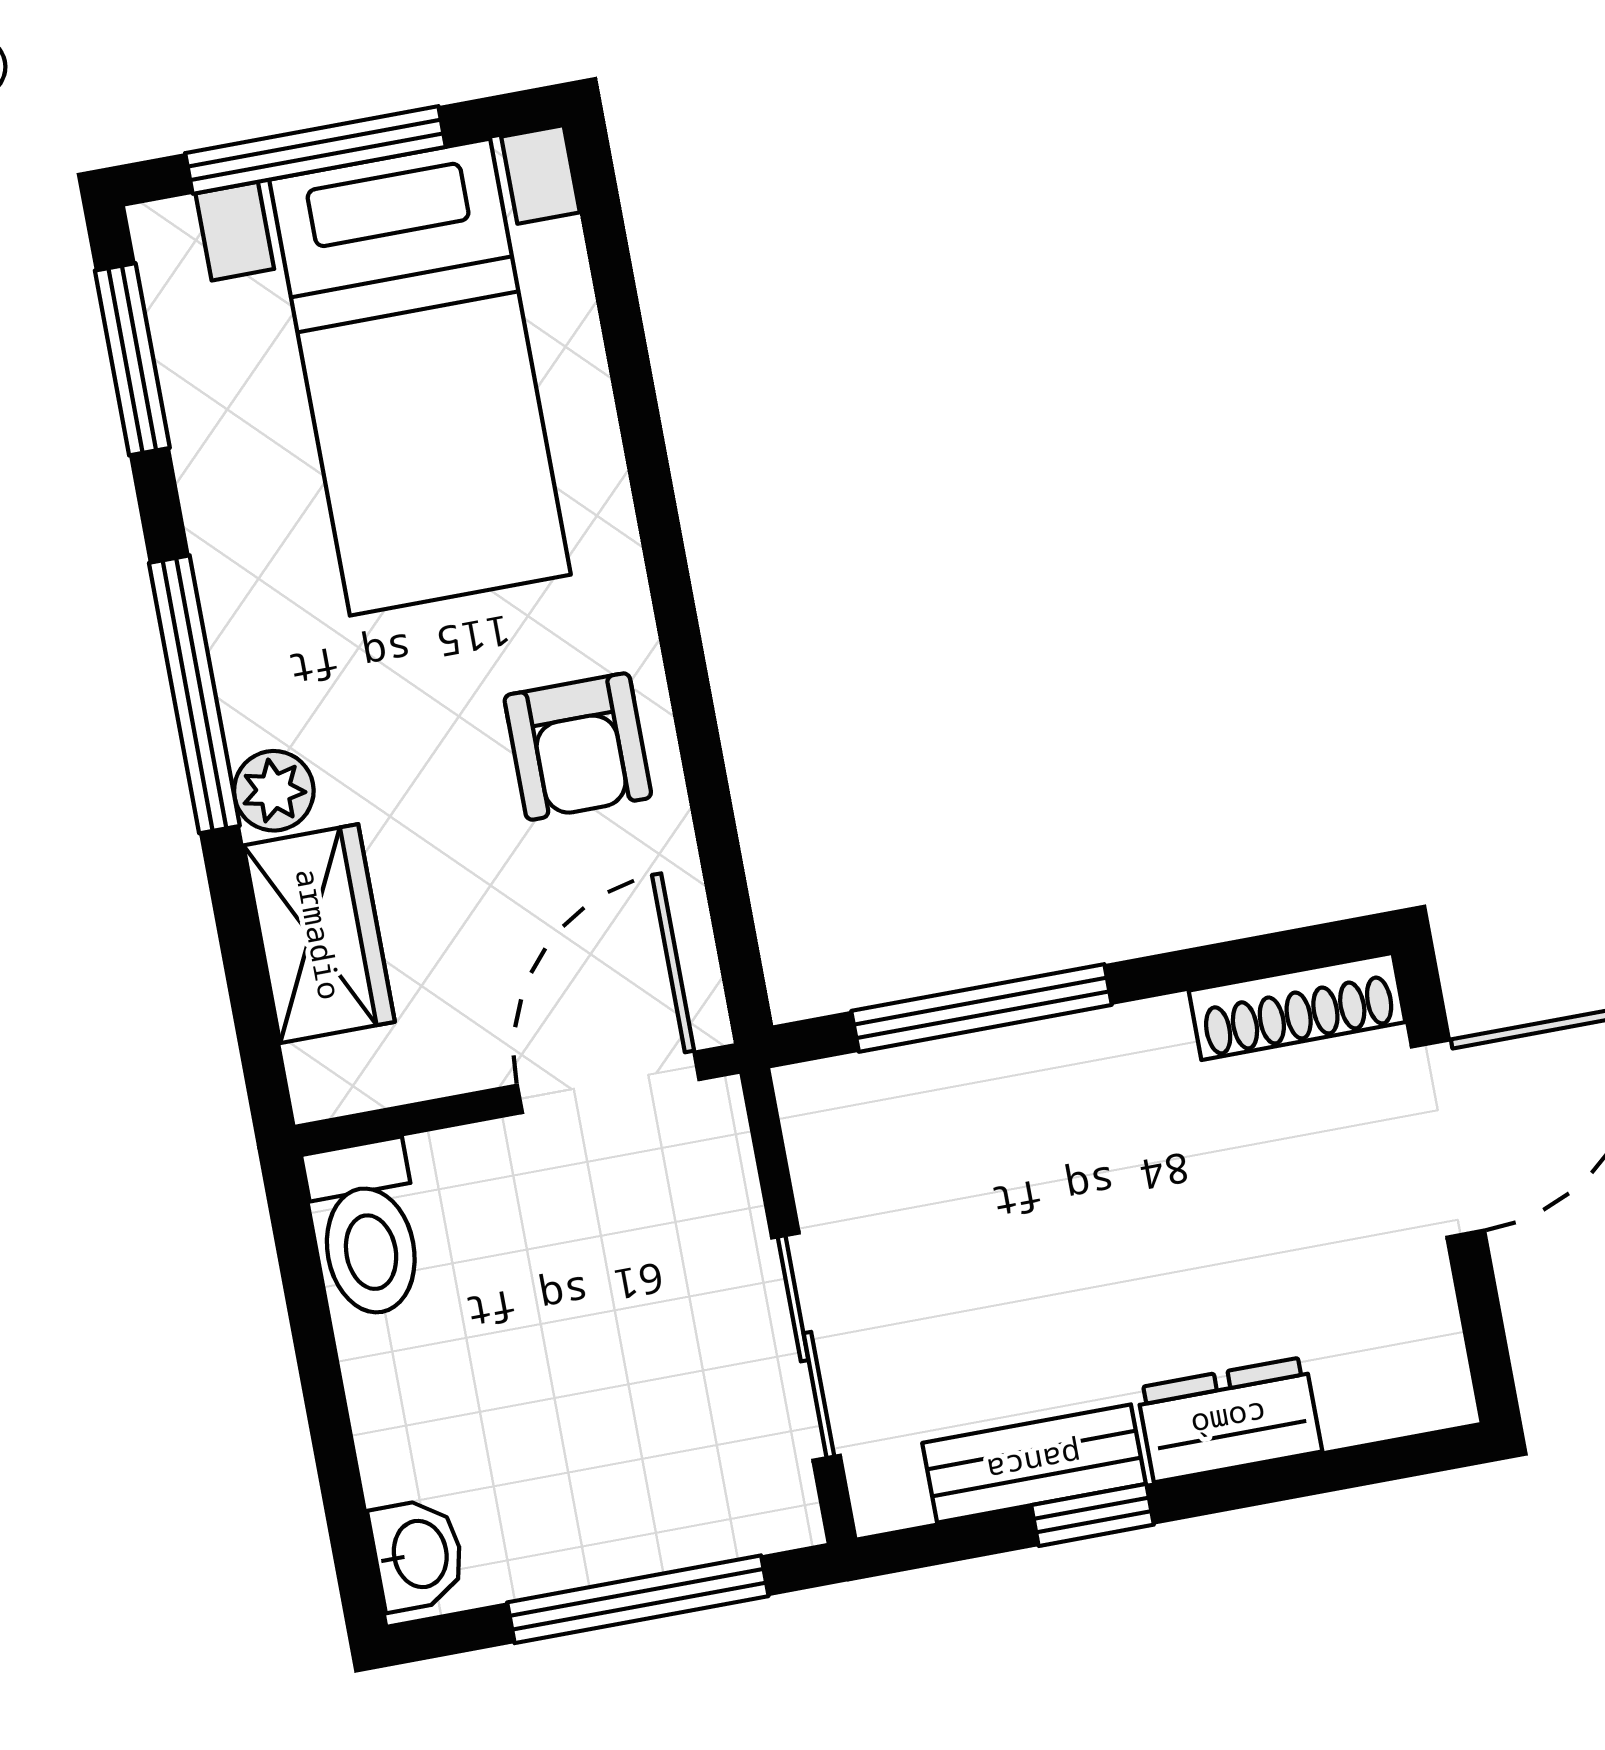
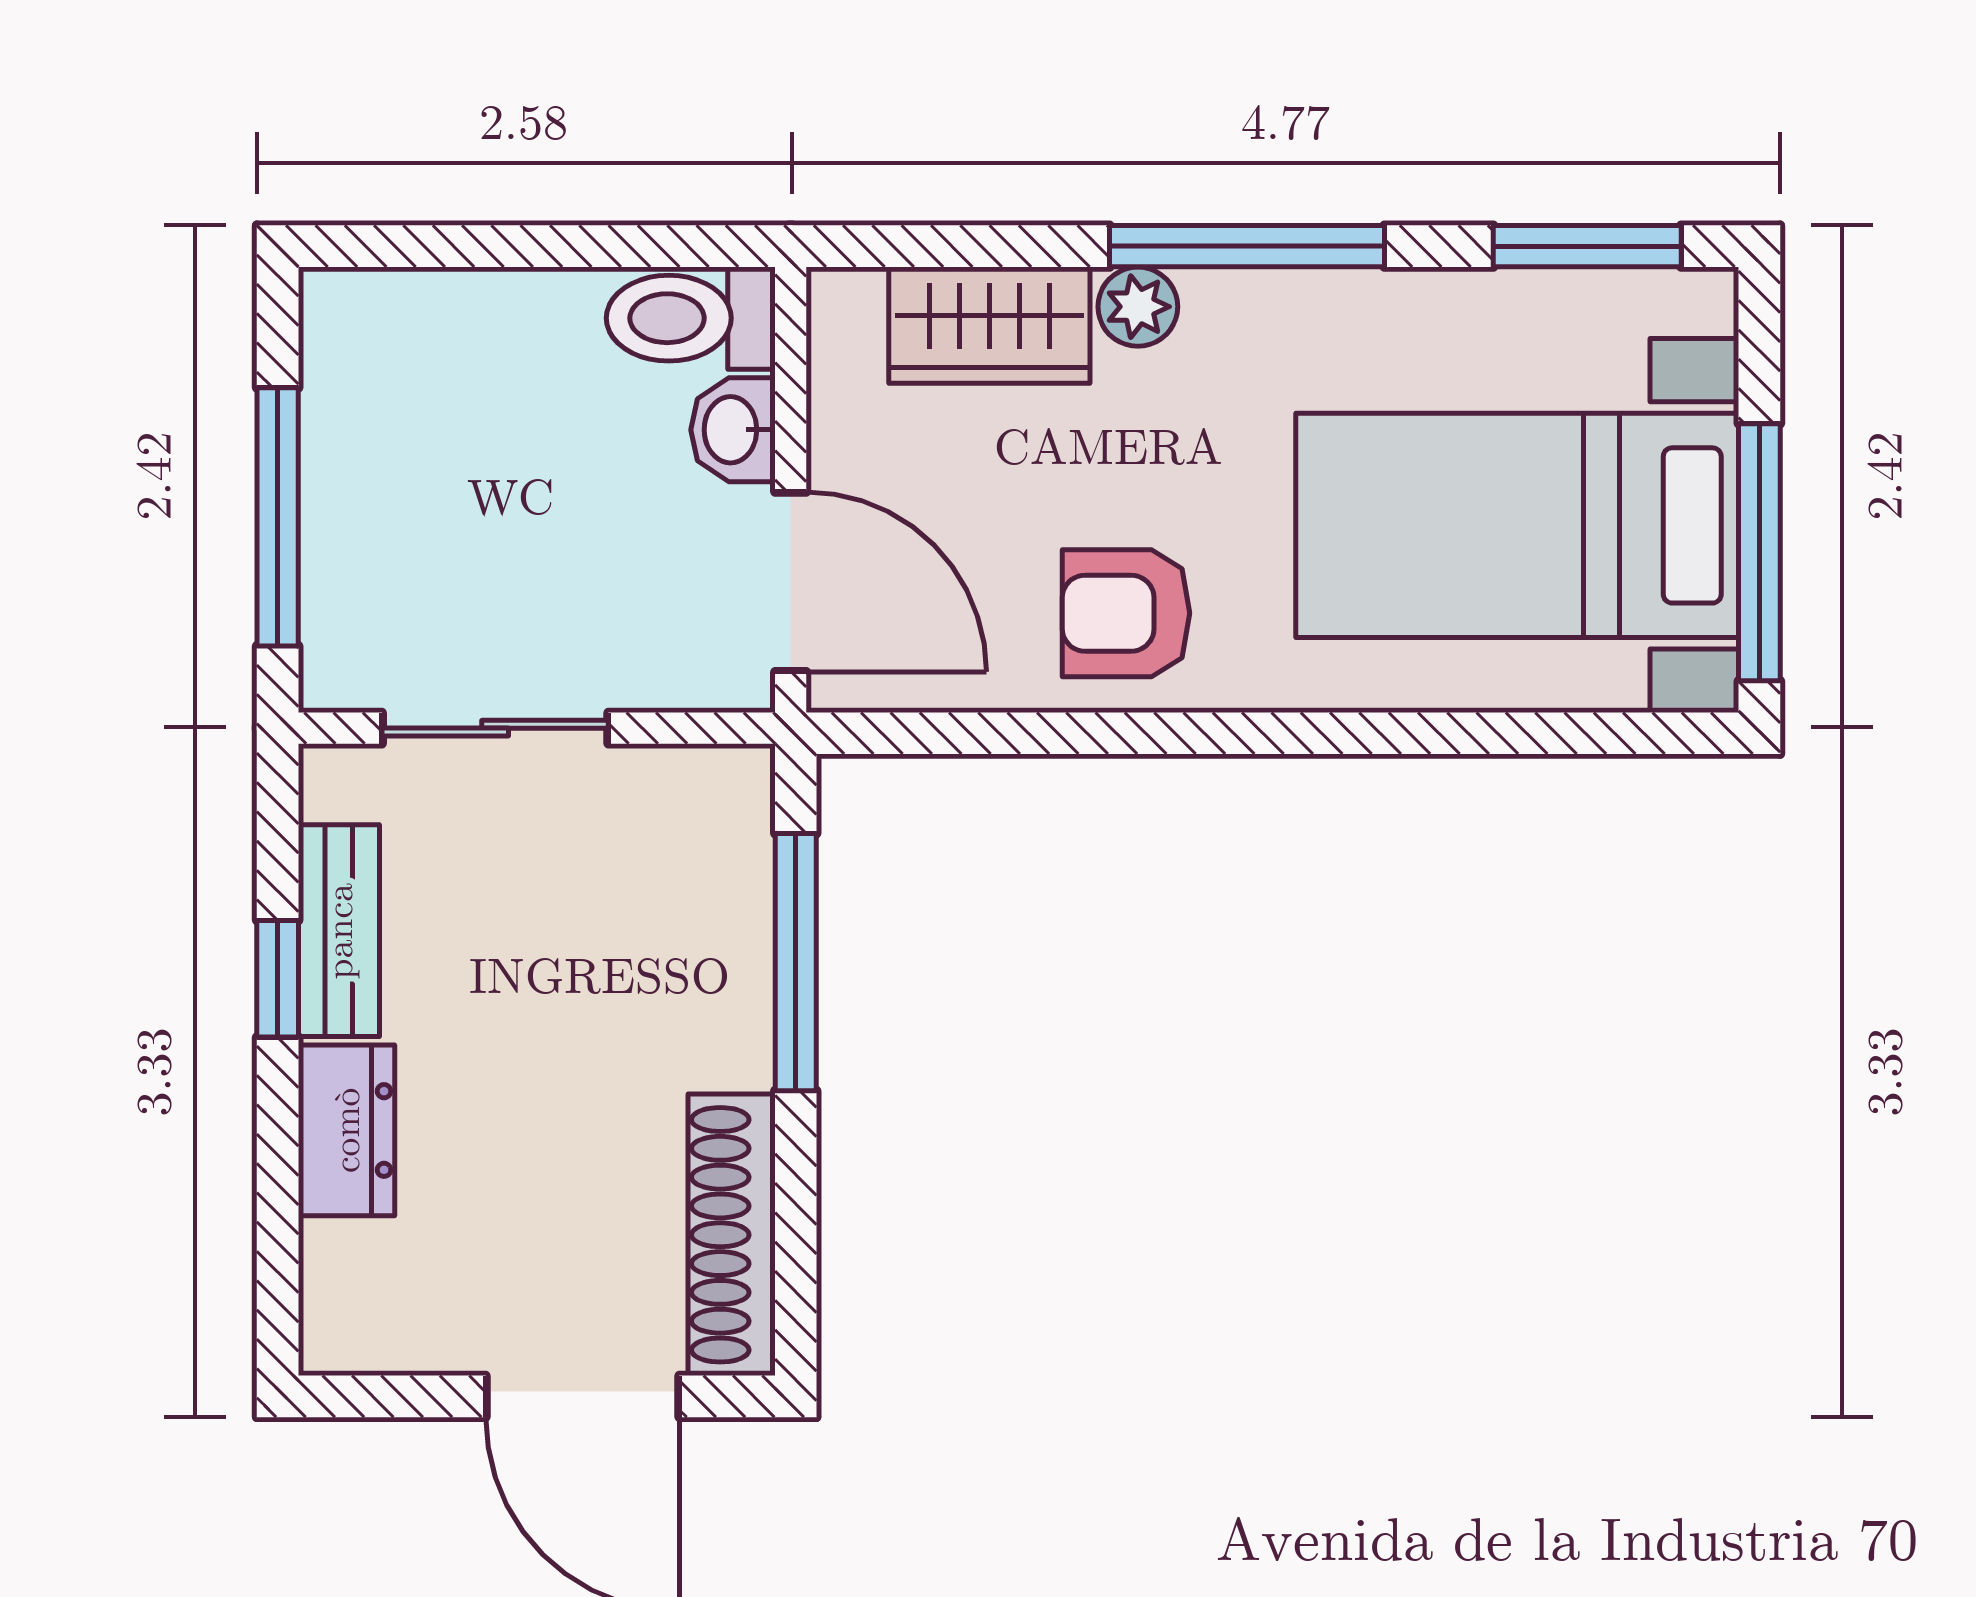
window: (316, 150) -> (1759, 552), moved
shoe rack: (1297, 1006) -> (732, 1235), width x1.36, depth x1.24
washbasin: (418, 1554) -> (733, 430), moved, turned 90

